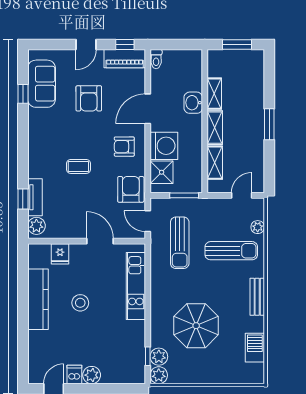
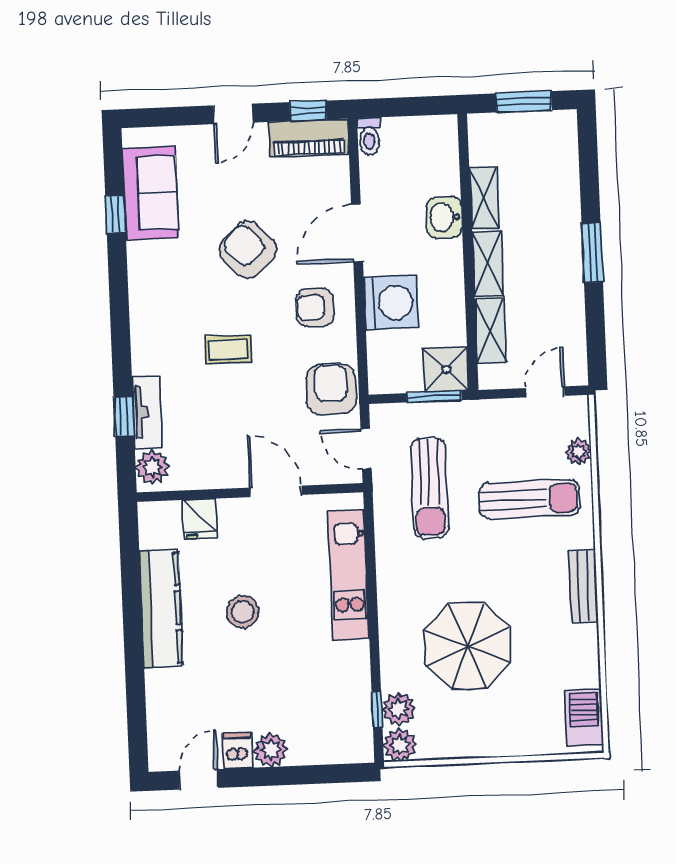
armchair: (89, 98) -> (248, 250), moved, turned 136
shower: (162, 172) -> (446, 369), moved
barbecue: (255, 348) -> (584, 718), moved

